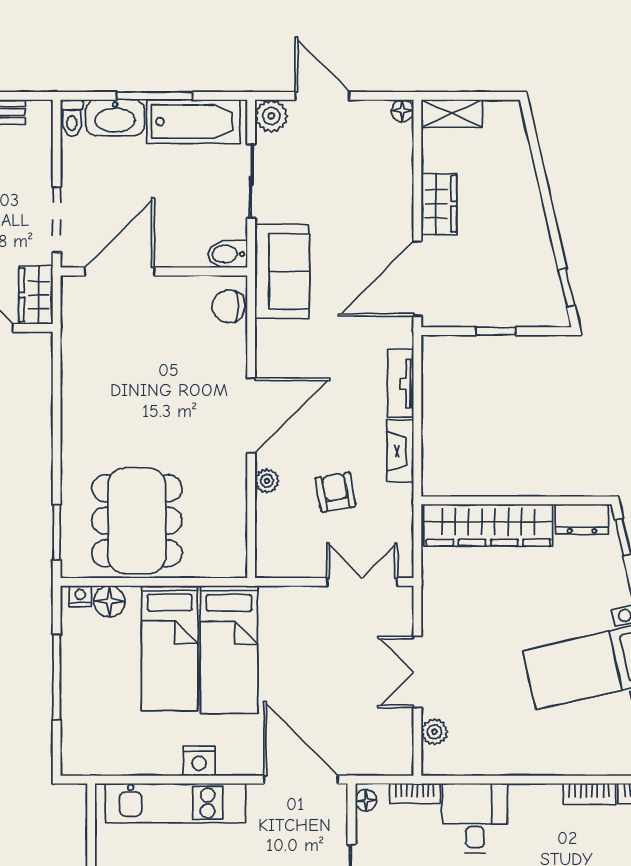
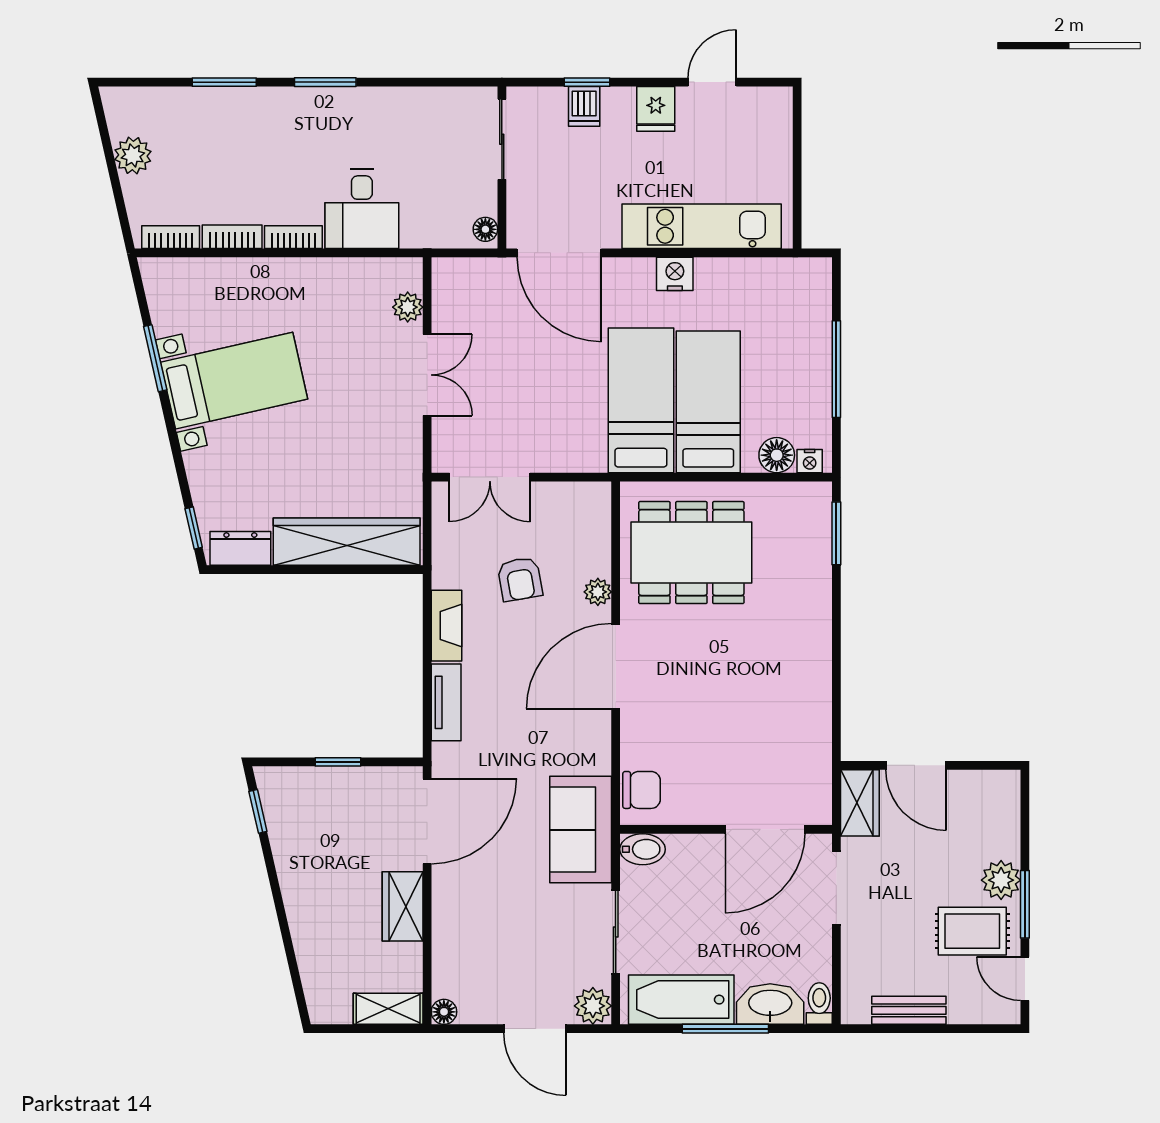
dining table: (137, 521) -> (691, 553), moved, turned 90
bookcase: (415, 793) -> (293, 237), moved

